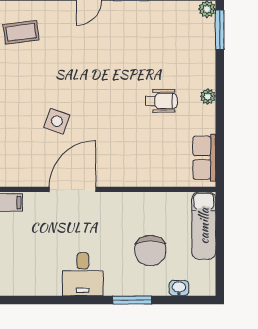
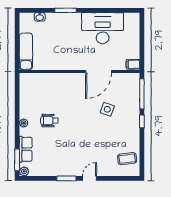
row of seats: (204, 158) -> (26, 149), moved
chair: (150, 251) -> (55, 38), removed
desk: (83, 274) -> (103, 28), width x1.87, depth x1.30

